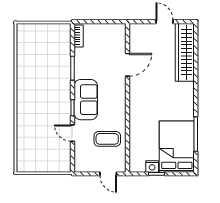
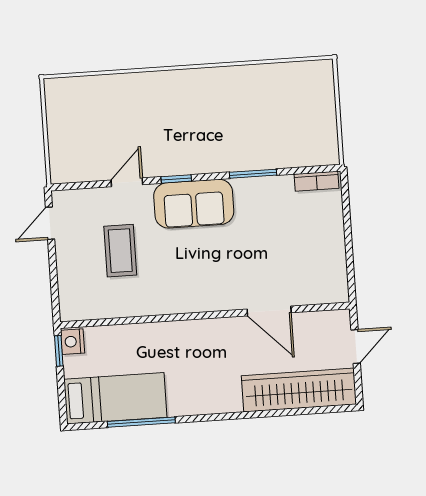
door: (128, 65) -> (269, 311), moved
wall: (128, 98) -> (205, 315), moved
bed: (177, 147) -> (115, 398), width x0.67
door: (108, 174) -> (50, 223), moved

